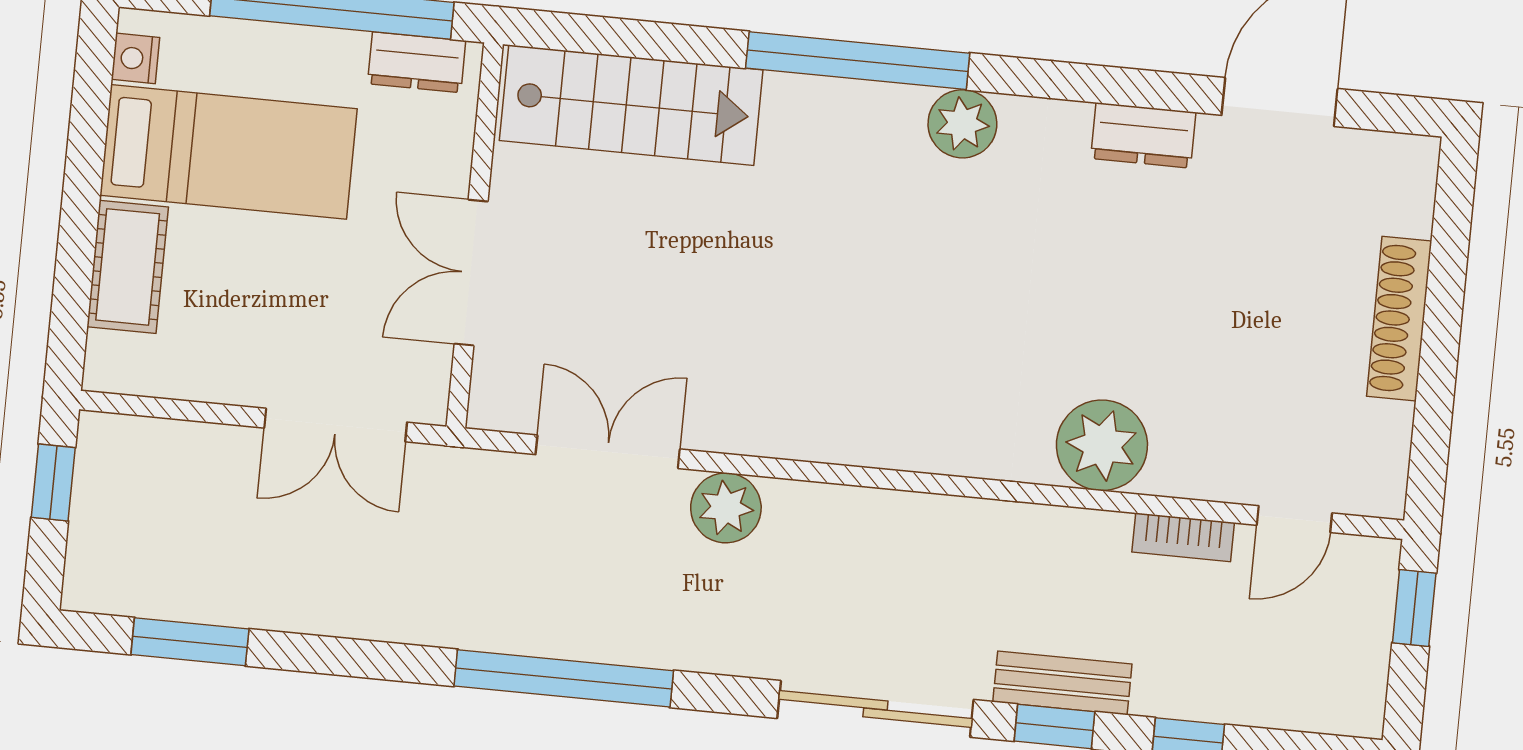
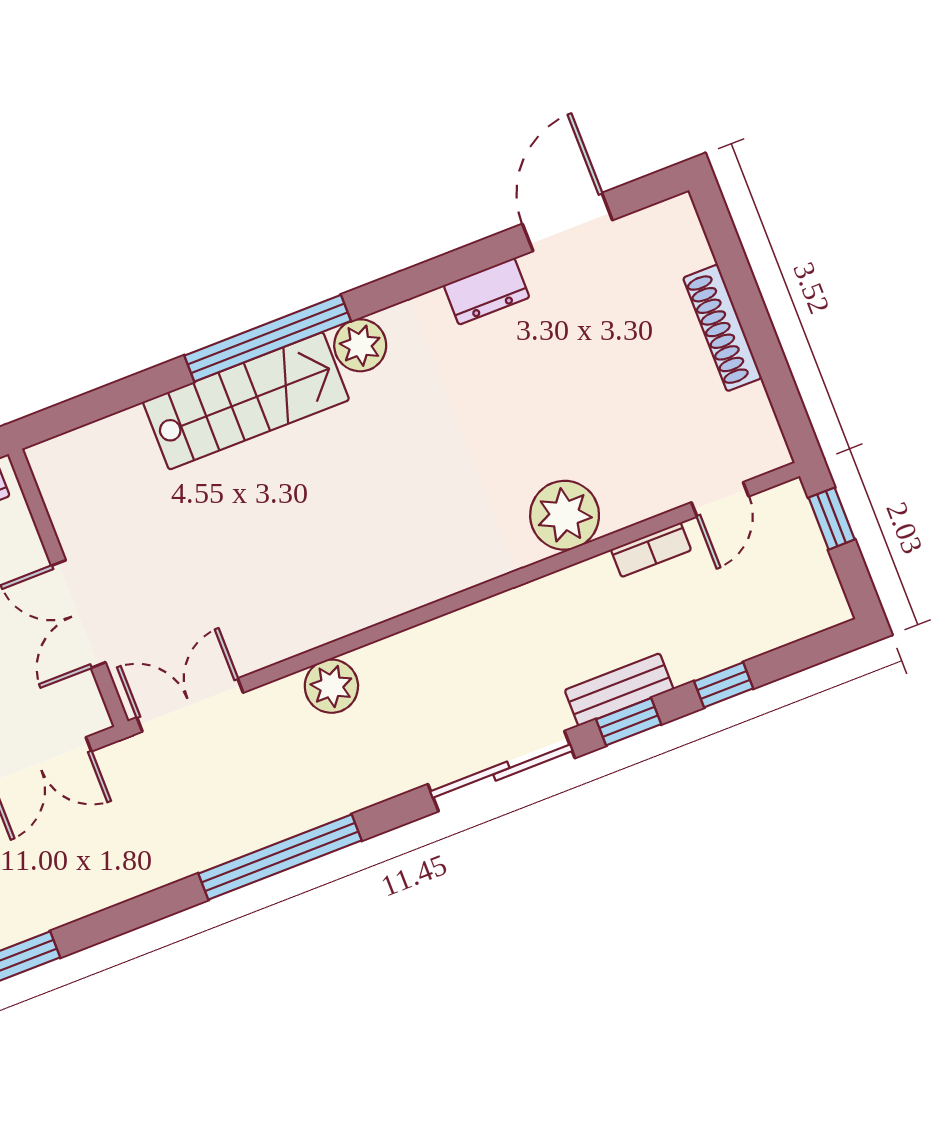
stairs: (631, 105) -> (246, 401), moved
double door: (608, 452) -> (190, 705), moved

